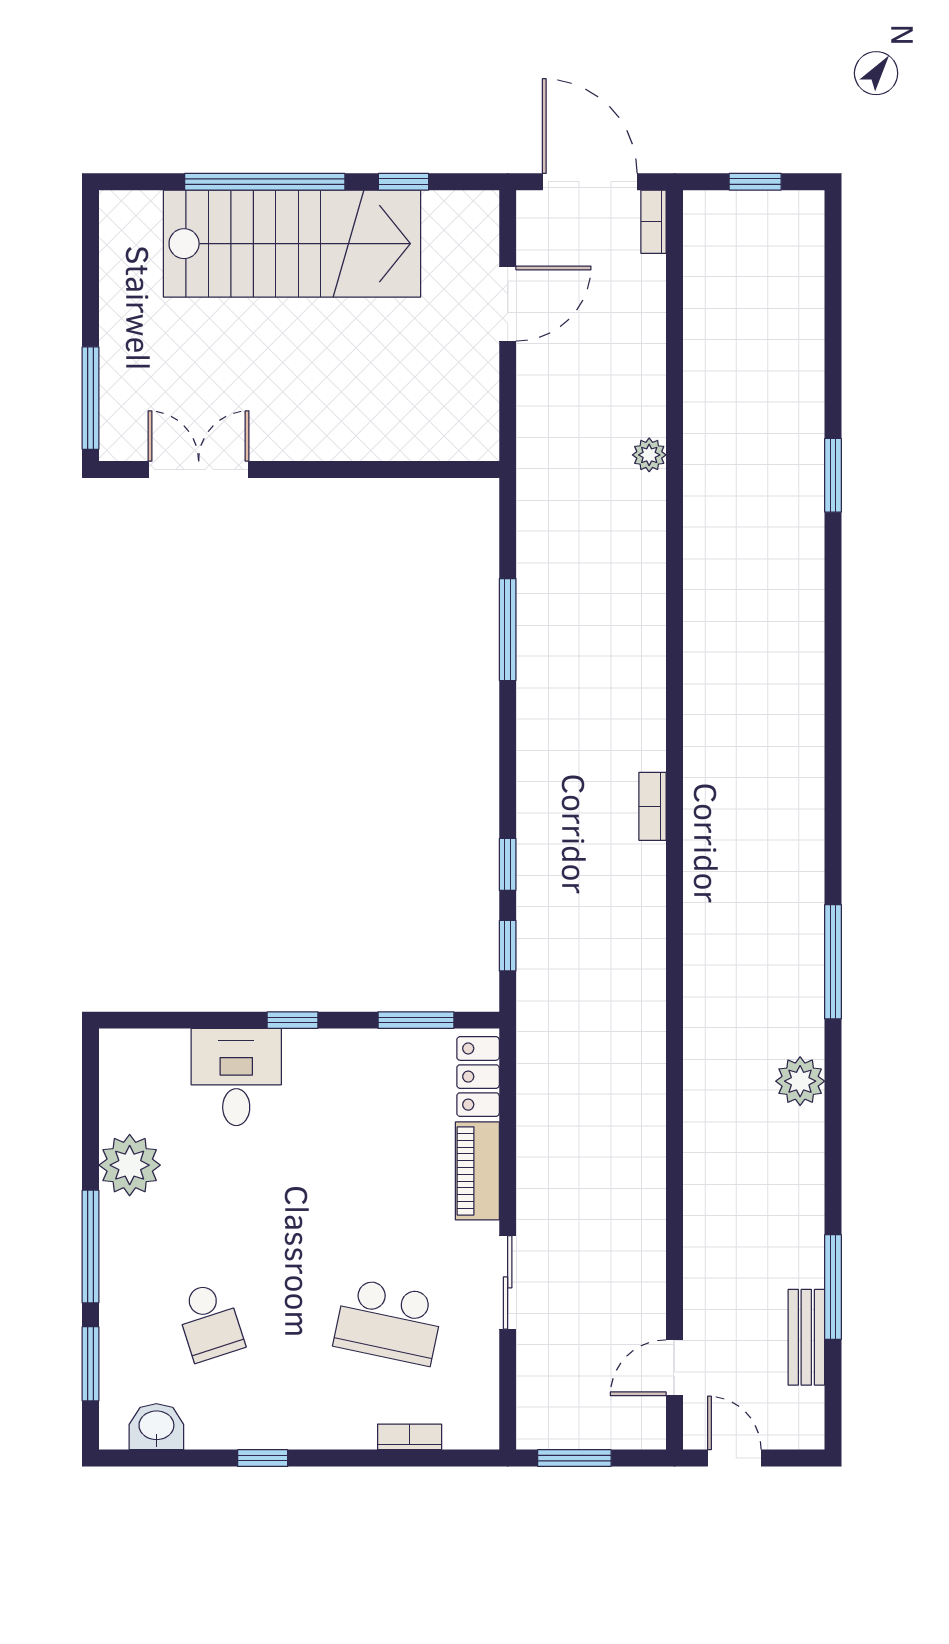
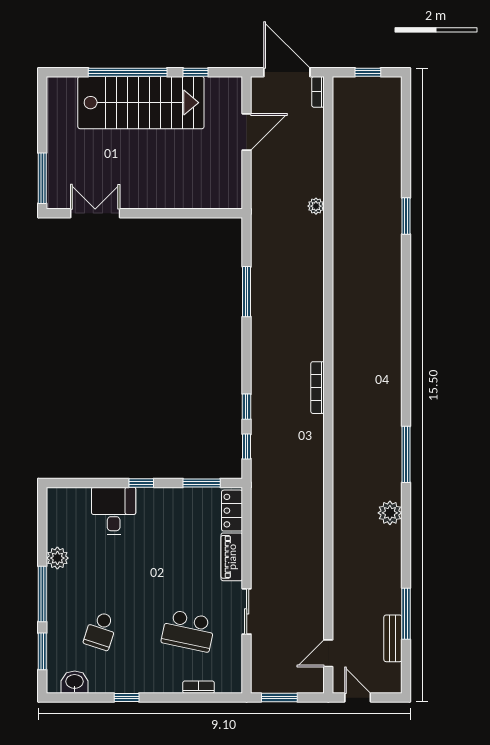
bookcase: (653, 806) -> (318, 388), width x1.56
plant: (130, 1165) -> (57, 558), width x0.73, depth x0.73
school desk: (210, 1322) -> (101, 631), turned 36

